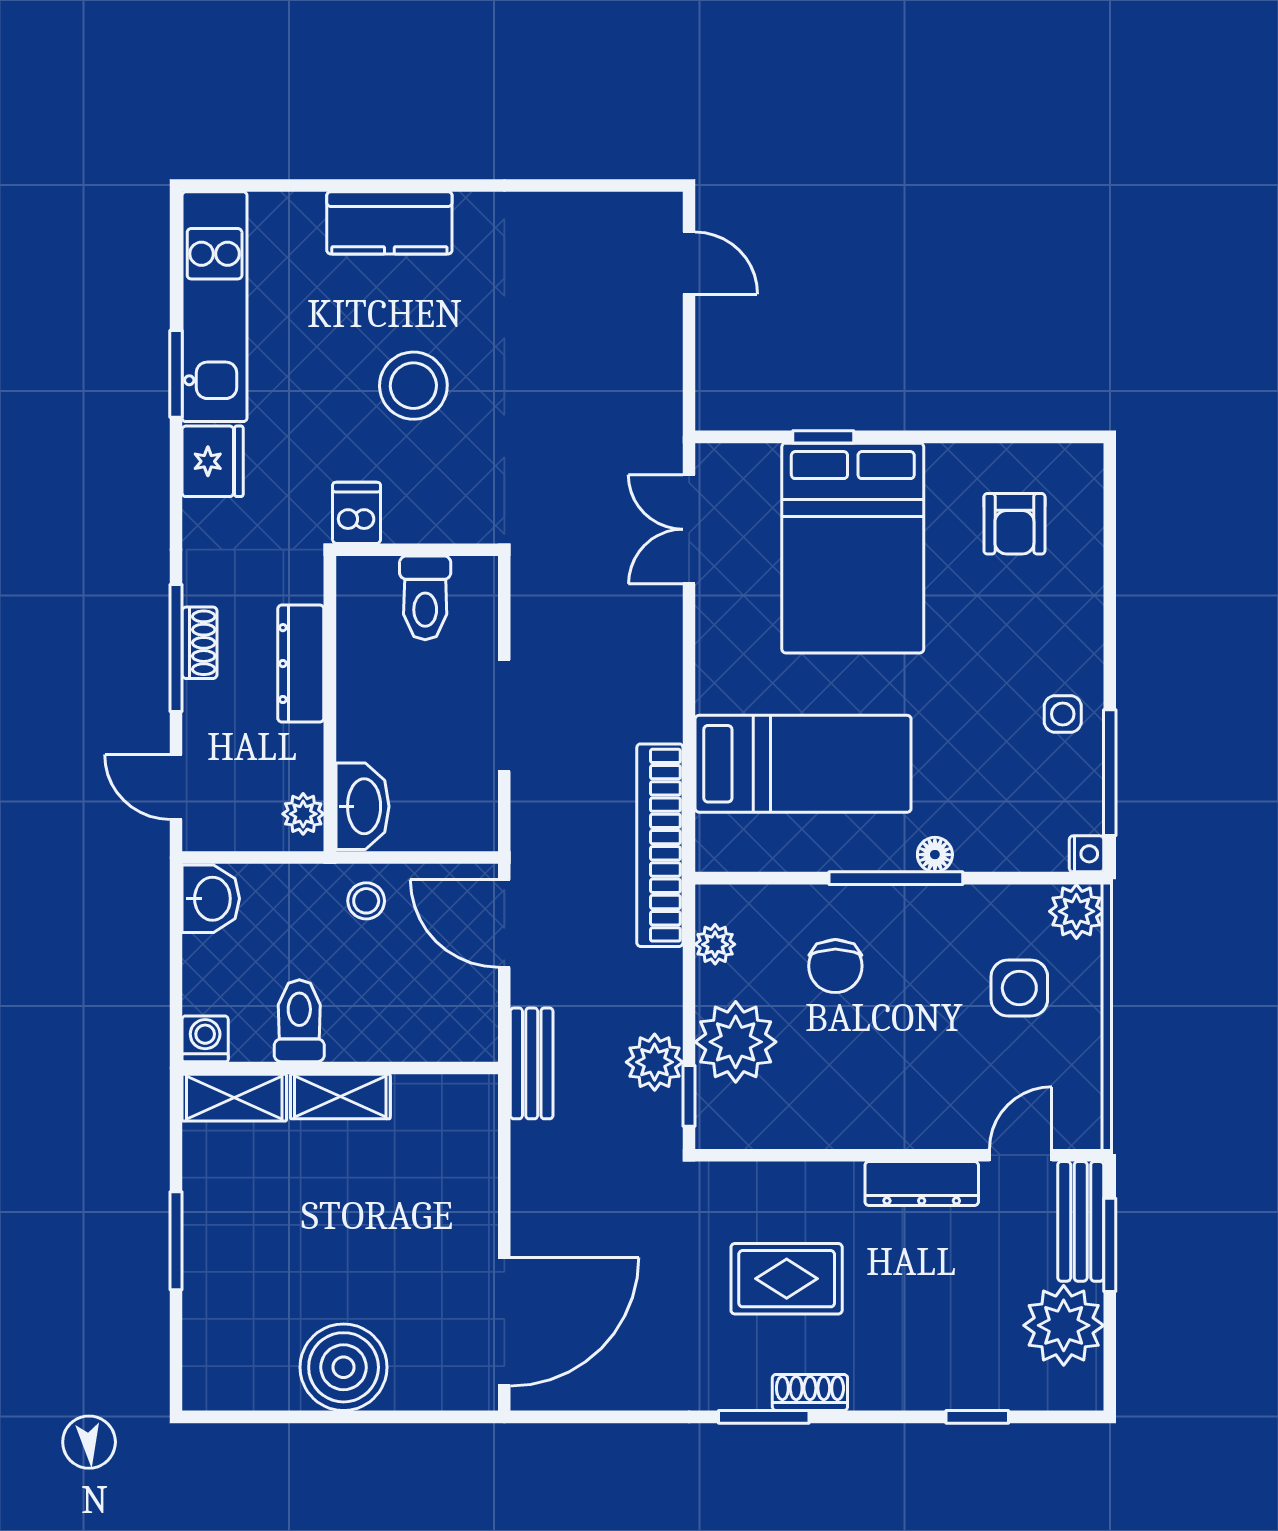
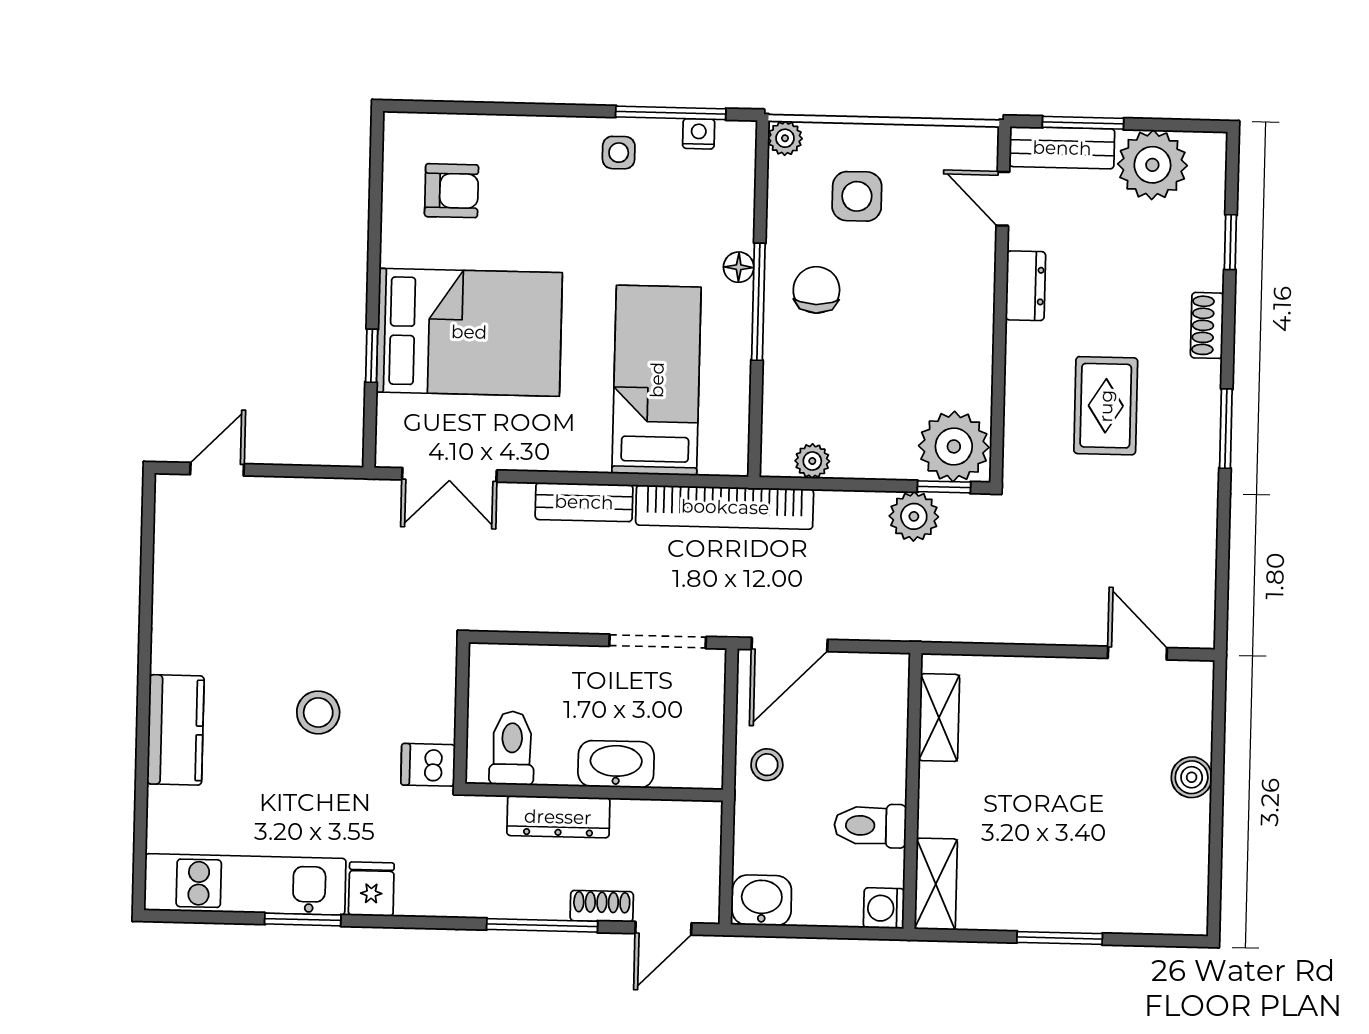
stool: (413, 386) -> (318, 712), width x0.73, depth x0.73
fridge: (213, 461) -> (371, 889), width x0.72
toilet: (425, 598) -> (512, 748), moved, turned -90
shoe rack: (200, 643) -> (602, 906), moved
doorway: (504, 716) -> (658, 641), moved
washbasin: (362, 806) -> (616, 764), moved
plant: (303, 814) -> (690, 818), removed
nightstand: (1087, 854) -> (699, 134), moved
plant: (1076, 911) -> (785, 138), width x0.73, depth x0.73
chair: (835, 966) -> (816, 290), moved, turned -90
plant: (736, 1042) -> (954, 446), moved
bench: (532, 1063) -> (584, 502), moved
shelving: (340, 1097) -> (939, 718), moved
dresser: (922, 1183) -> (1026, 286), width x0.70
door: (504, 1322) -> (1137, 653), width x0.53
boiler: (344, 1367) -> (1192, 777), width x0.54, depth x0.54
shoe rack: (810, 1392) -> (1207, 325), moved

